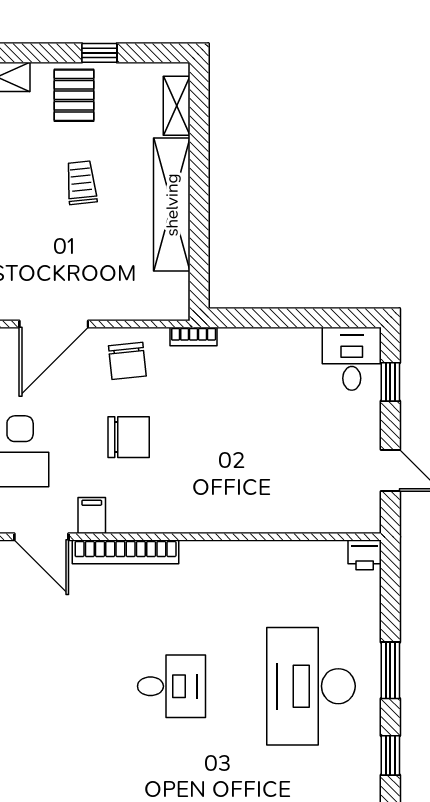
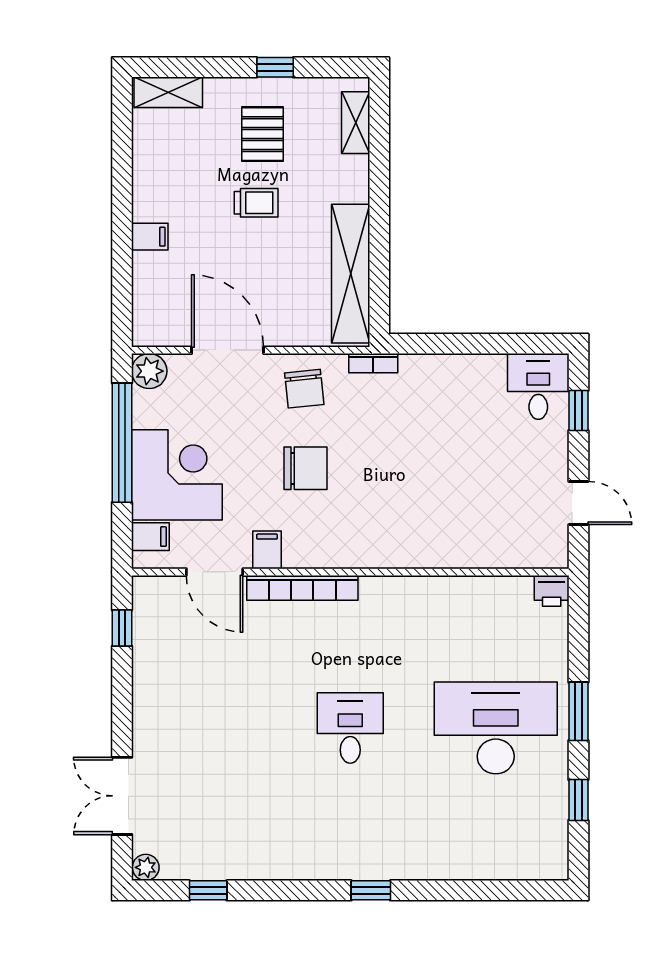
pallet: (74, 95) -> (262, 134), moved
trolley: (81, 183) -> (256, 203), turned 96
shelving: (172, 205) -> (351, 274), moved
door: (54, 324) -> (228, 350), swing flipped
desk: (171, 686) -> (350, 728), turned -90
desk: (311, 686) -> (496, 728), turned 90

